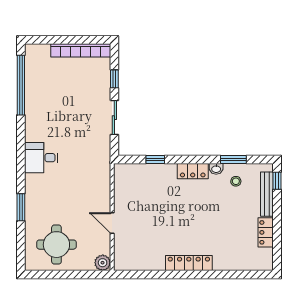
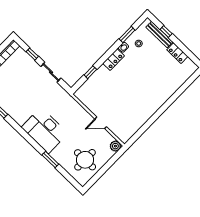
desk: (41, 158) -> (45, 130), width x1.87, depth x1.30
window: (277, 181) -> (166, 31), moved
locker: (189, 263) -> (156, 105), removed

